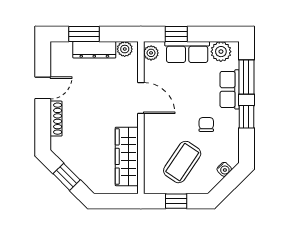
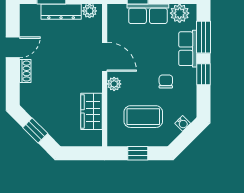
plant: (151, 53) -> (114, 84), moved
shoe rack: (56, 119) -> (25, 71), width x0.70
wardrobe: (127, 156) -> (91, 111), width x0.67
coffee table: (182, 162) -> (143, 117), turned 56

